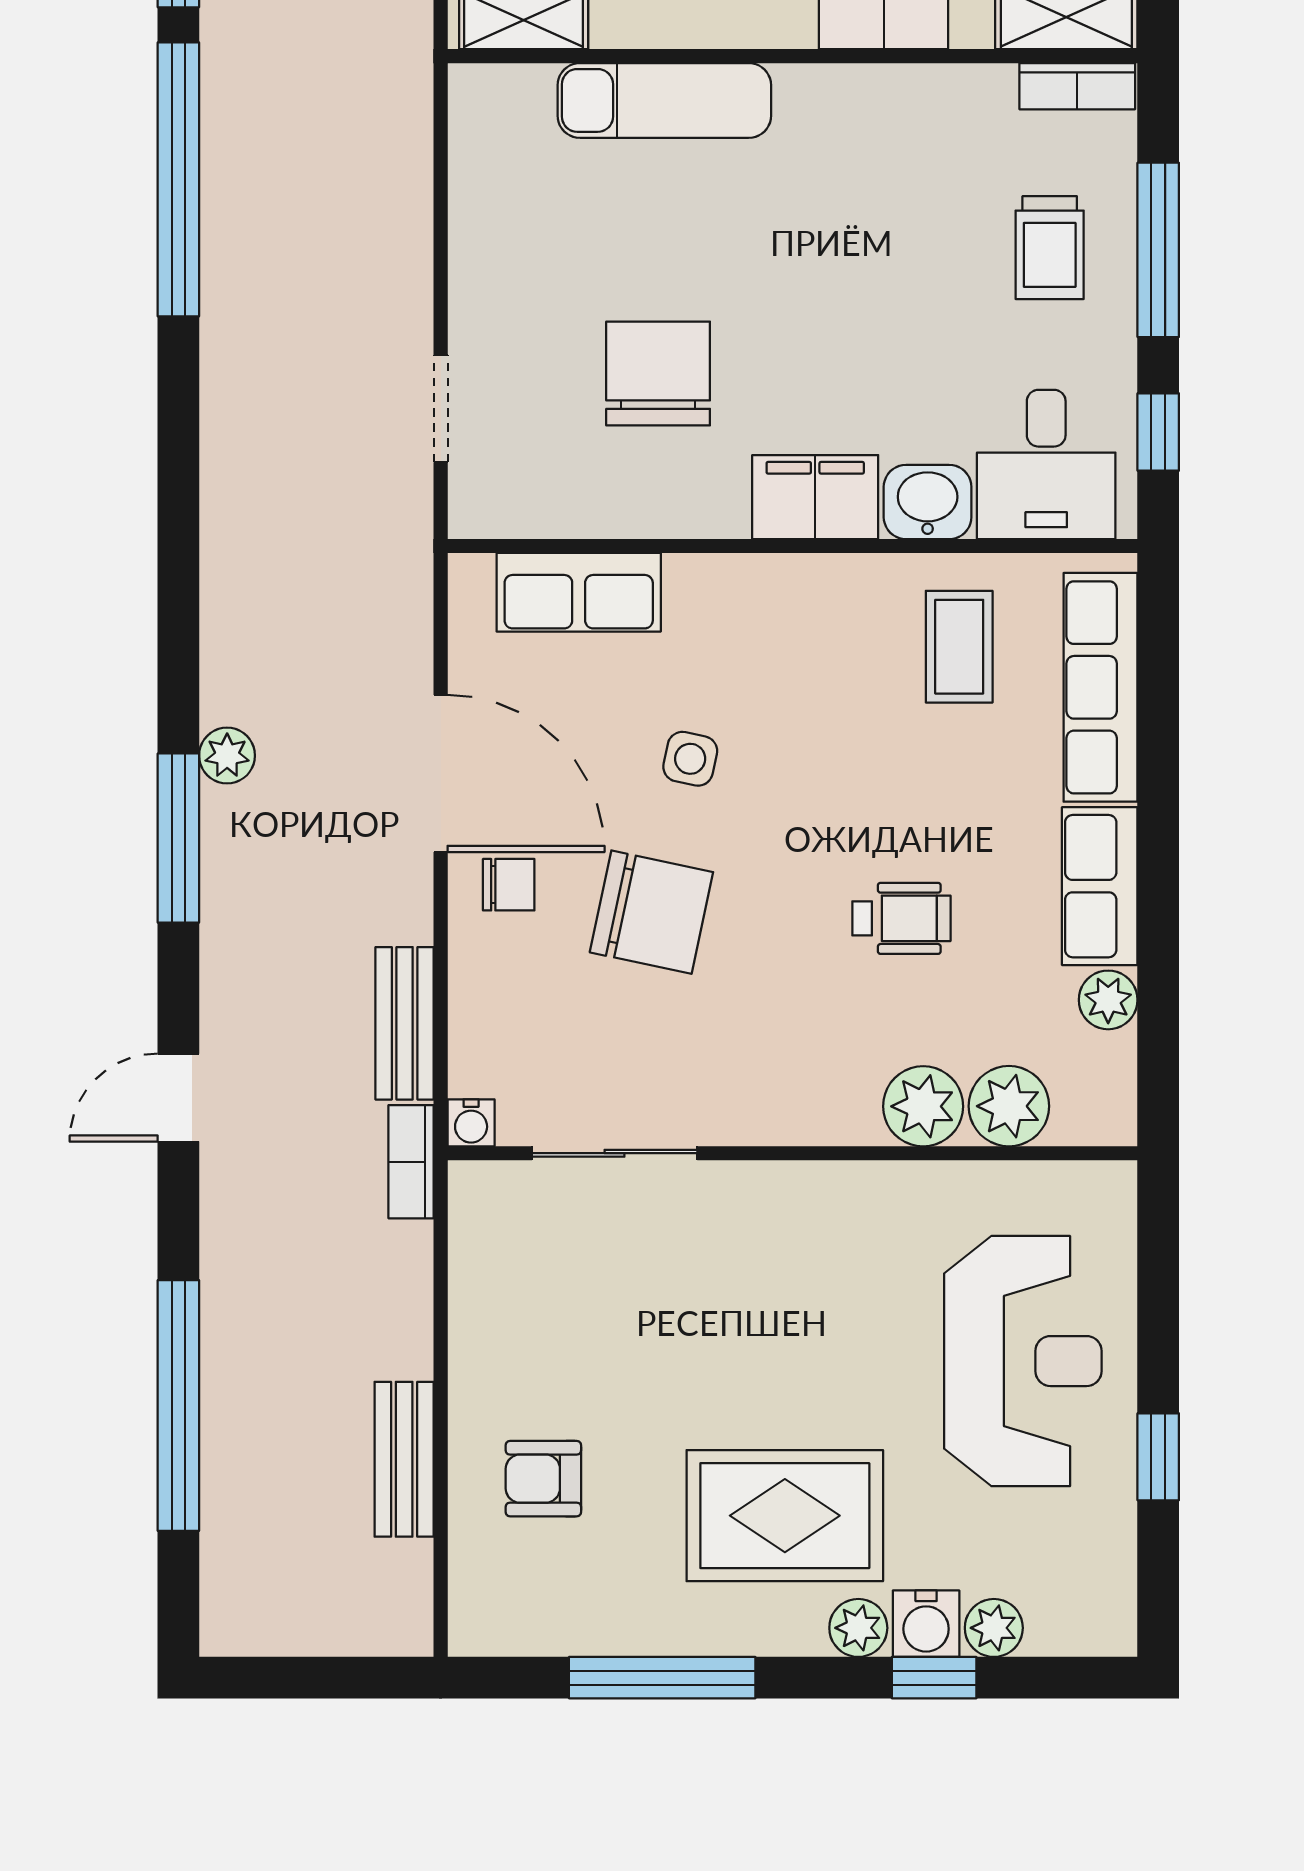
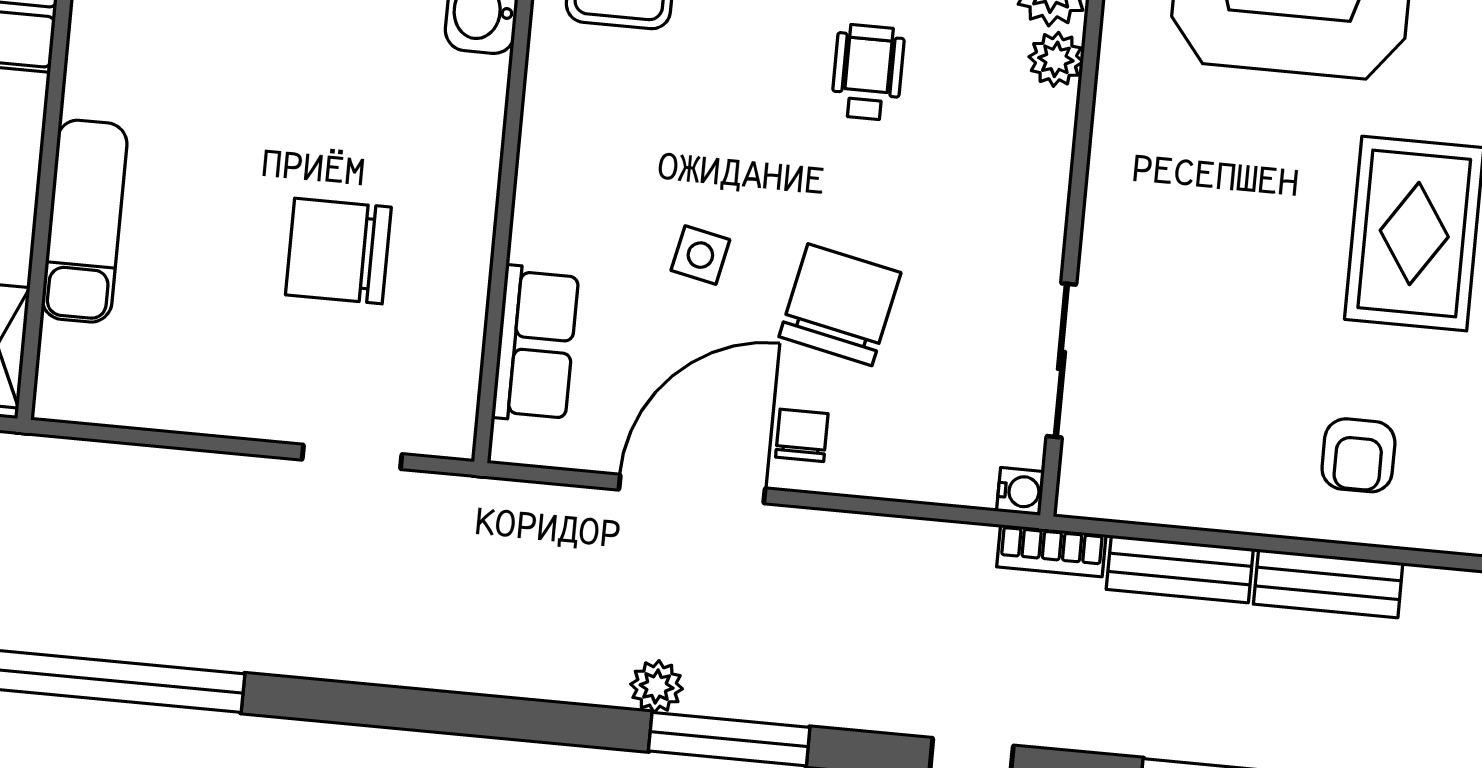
filing cabinet: (815, 497) -> (468, 115), removed
bench: (405, 1023) -> (1180, 569), moved
plant: (923, 1106) -> (1056, 59), width x0.73, depth x0.73

